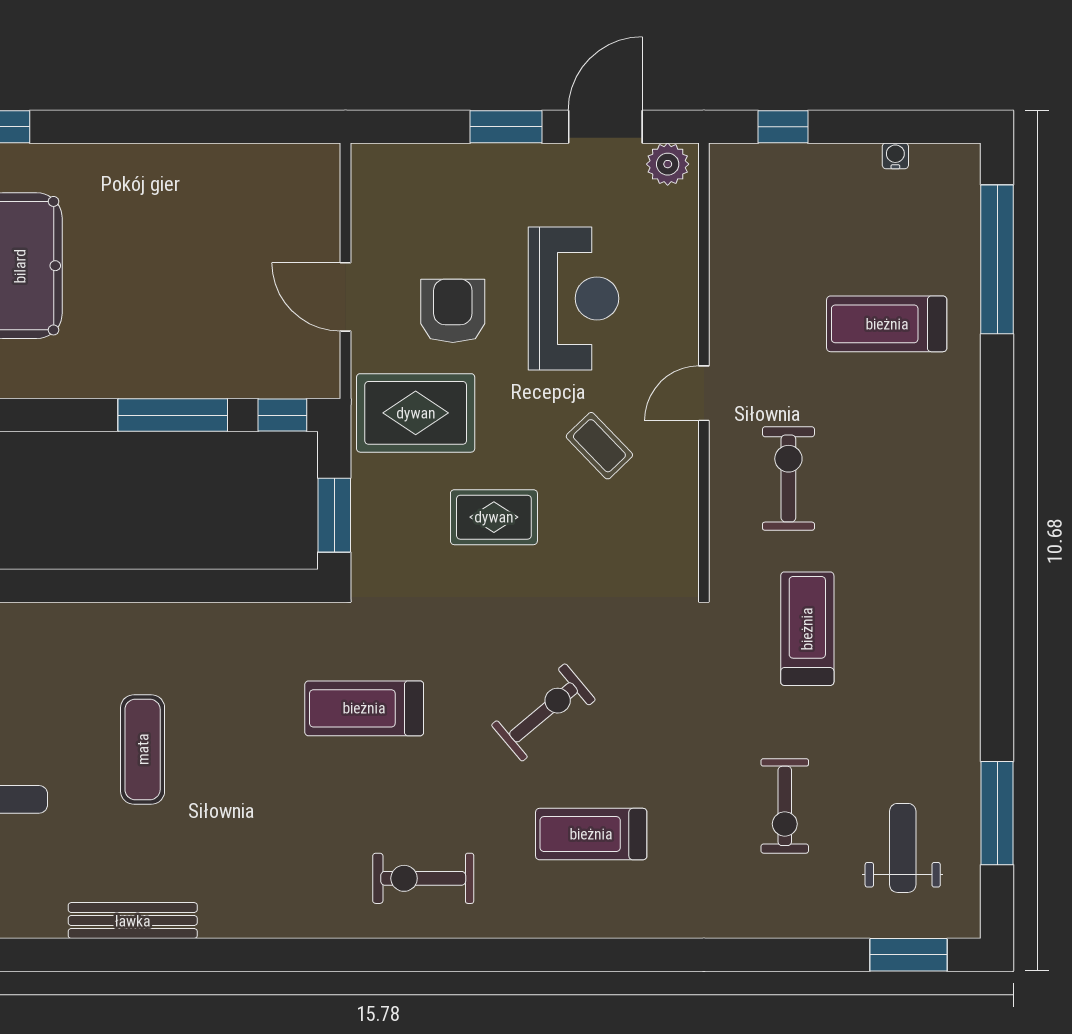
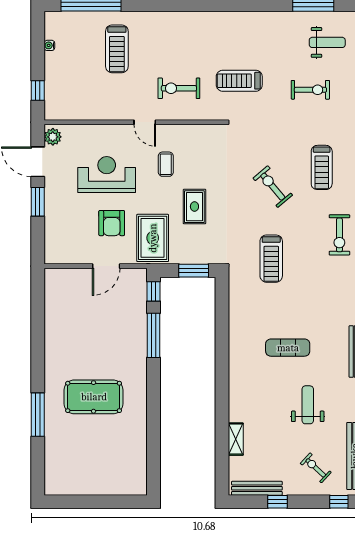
armchair: (453, 311) -> (112, 223), turned -90
coffee table: (599, 446) -> (166, 164), turned -46
weight bench: (903, 848) -> (327, 42), turned 180

